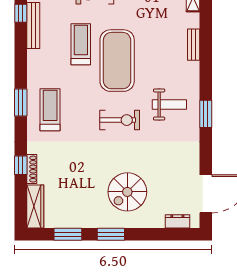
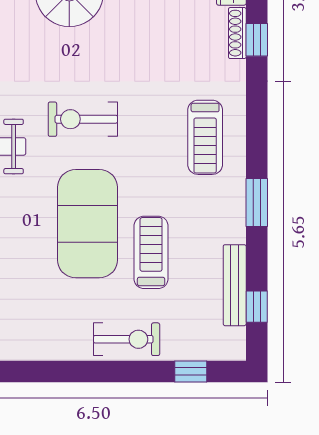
treadmill: (81, 44) -> (151, 252), turned 180
window: (21, 102) -> (257, 203), moved

